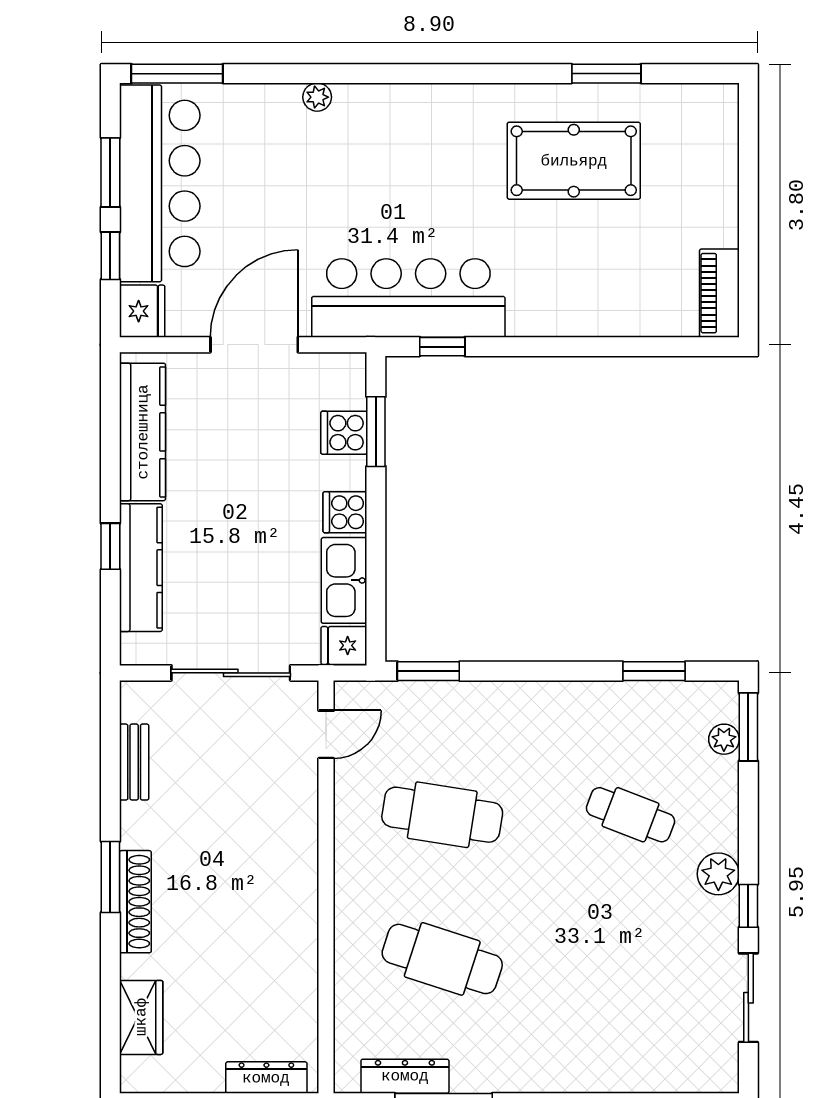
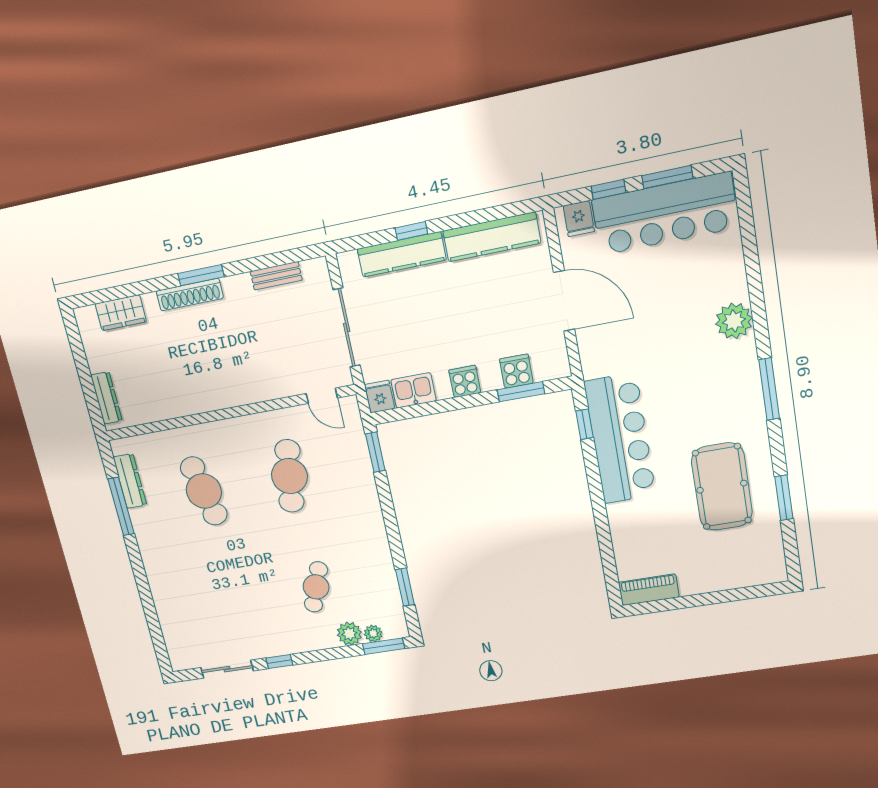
window: (177, 74) -> (769, 389), moved
plant: (317, 97) -> (734, 321), width x1.87, depth x1.87
bar counter: (408, 298) -> (620, 439), moved
fridge: (142, 311) -> (579, 219), width x0.72
kitchen sink: (344, 580) -> (413, 390), width x0.73
plant: (718, 874) -> (349, 634), moved
cafe table: (442, 959) -> (204, 491), turned -30

